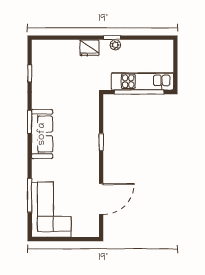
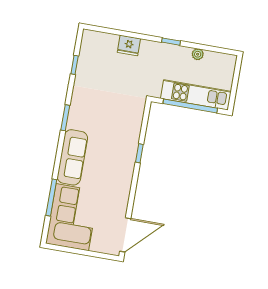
plant: (115, 45) -> (198, 54), moved
fridge: (89, 48) -> (129, 45), moved
sofa: (42, 134) -> (72, 157), moved
door: (101, 199) -> (125, 235), moved

